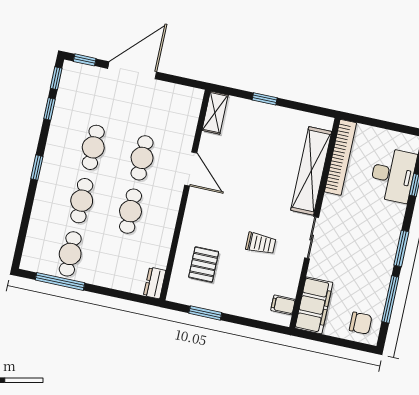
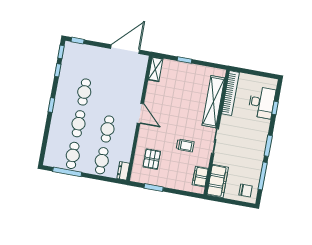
door: (132, 70) -> (125, 49), moved
cafe table: (142, 158) -> (102, 161), moved
door: (191, 169) -> (140, 113), moved
filing cabinet: (283, 305) -> (200, 177), width x2.00

